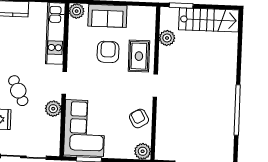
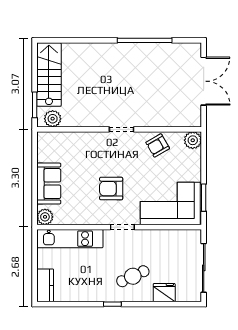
plant: (167, 38) -> (53, 119), moved
armchair: (108, 52) -> (111, 189), moved
rug: (139, 56) -> (91, 148), removed
plant: (53, 109) -> (151, 238), removed

